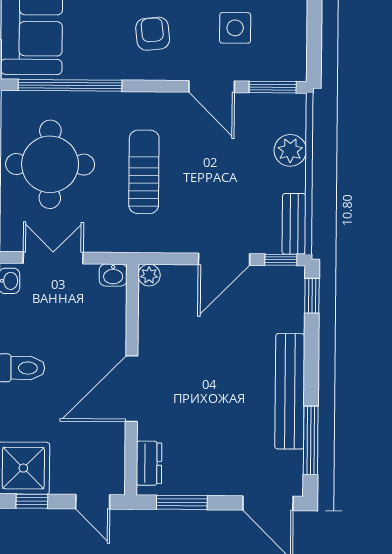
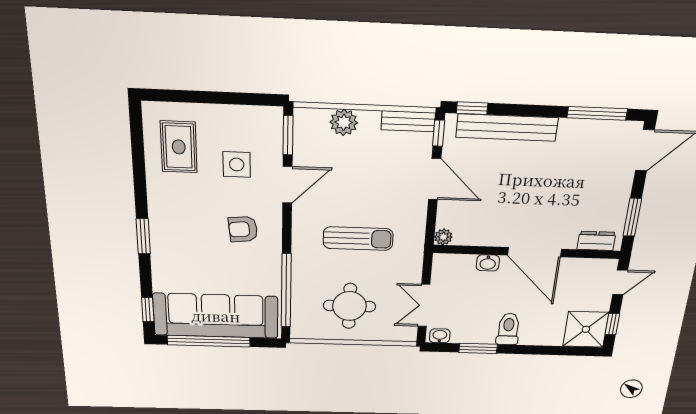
round table: (50, 164) -> (349, 306), width x0.73, depth x0.73
sun lounger: (144, 172) -> (358, 239), turned 180
washbasin: (113, 275) -> (488, 263), moved, turned 90
bench: (290, 391) -> (507, 128), moved

